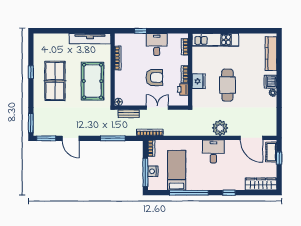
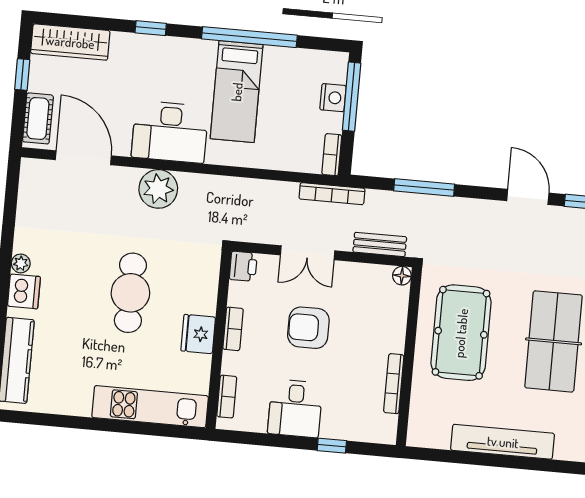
tv unit: (90, 39) -> (503, 442), moved
fridge: (199, 81) -> (198, 334), moved
printer: (183, 89) -> (243, 266), moved
desk: (213, 151) -> (170, 132), width x1.37
window: (279, 158) -> (22, 74), moved
bed: (177, 170) -> (237, 92), moved

